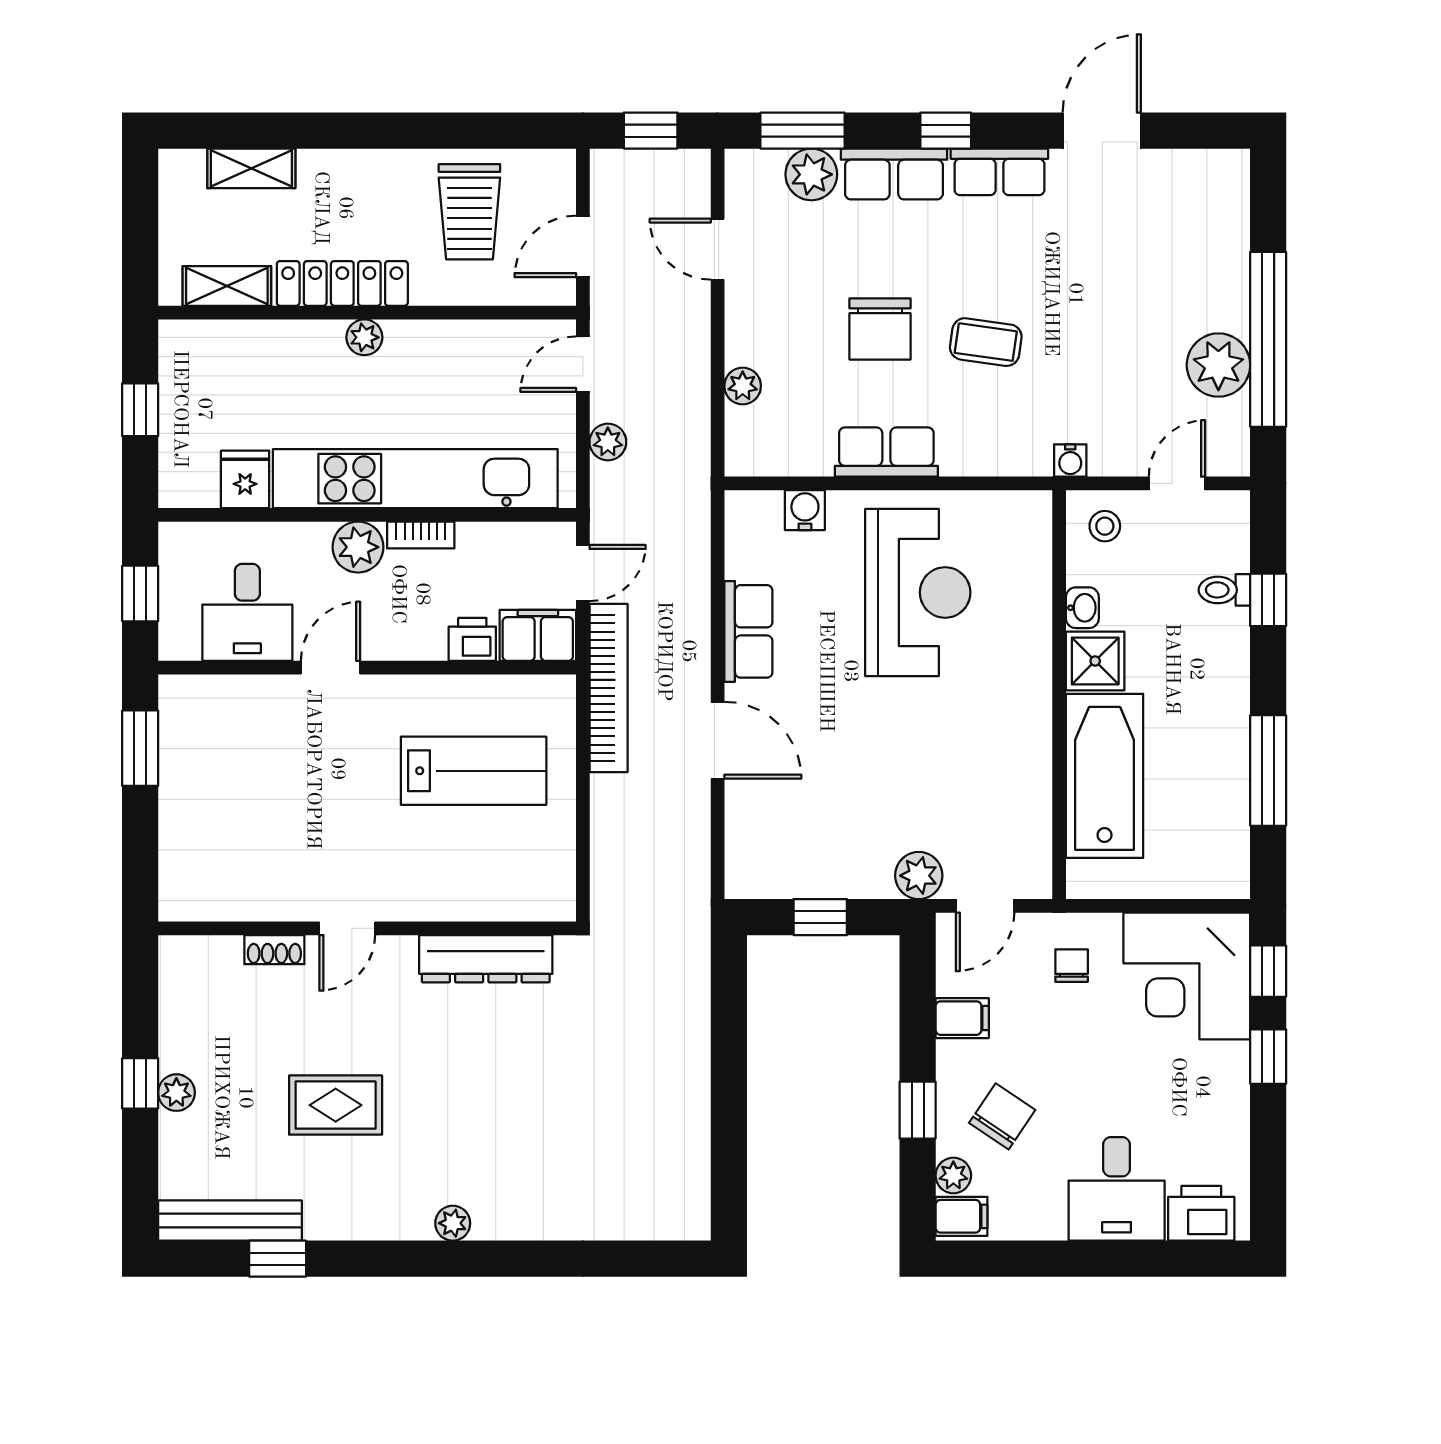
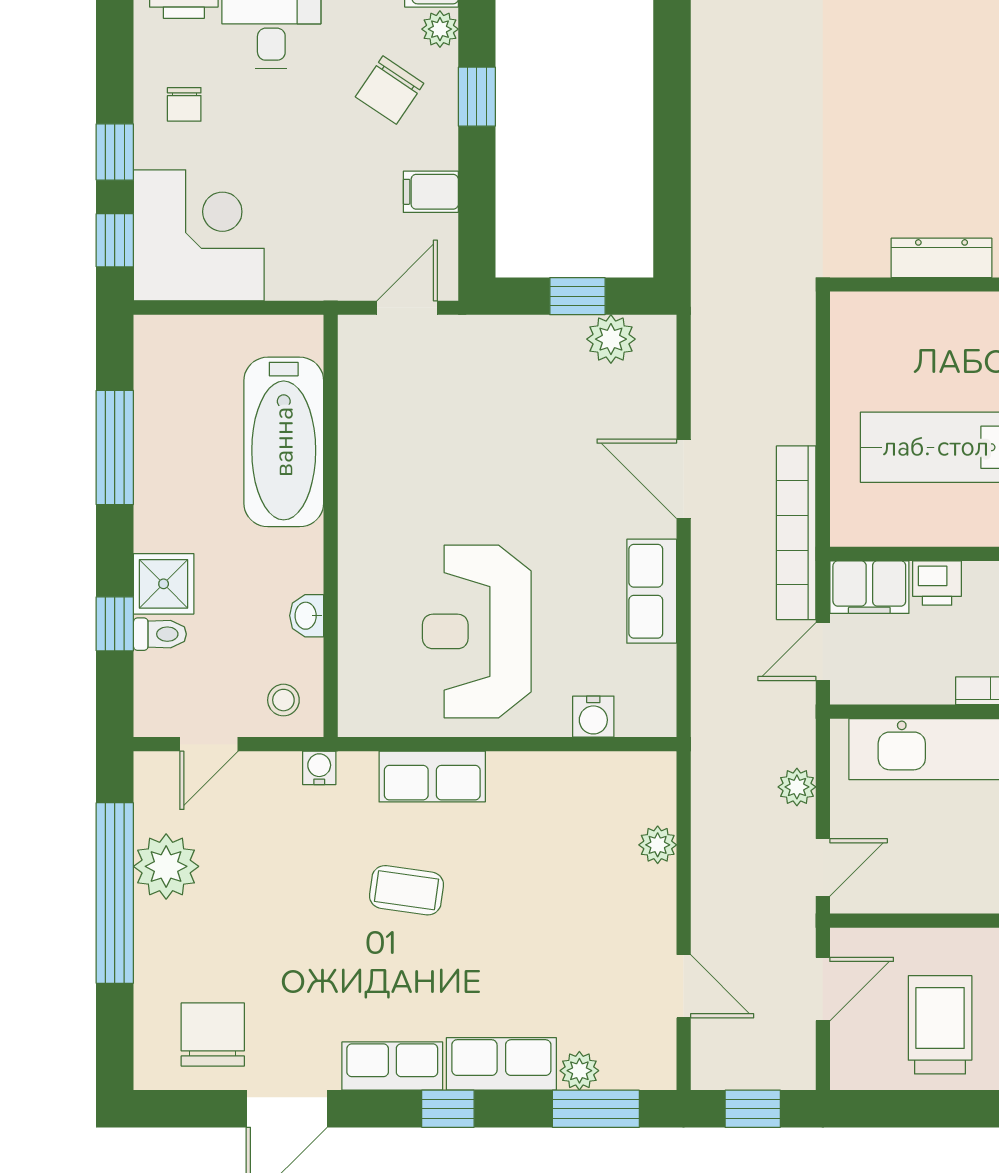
plant: (811, 174) -> (579, 1071), width x0.73, depth x0.73
chair: (880, 329) -> (213, 1035), moved
row of seats: (886, 452) -> (432, 777), moved
shower: (1095, 661) -> (164, 584), moved
plant: (919, 876) -> (611, 339), moved
dresser: (486, 959) -> (942, 258), width x0.73, depth x0.80
chair: (1072, 966) -> (184, 104), moved

